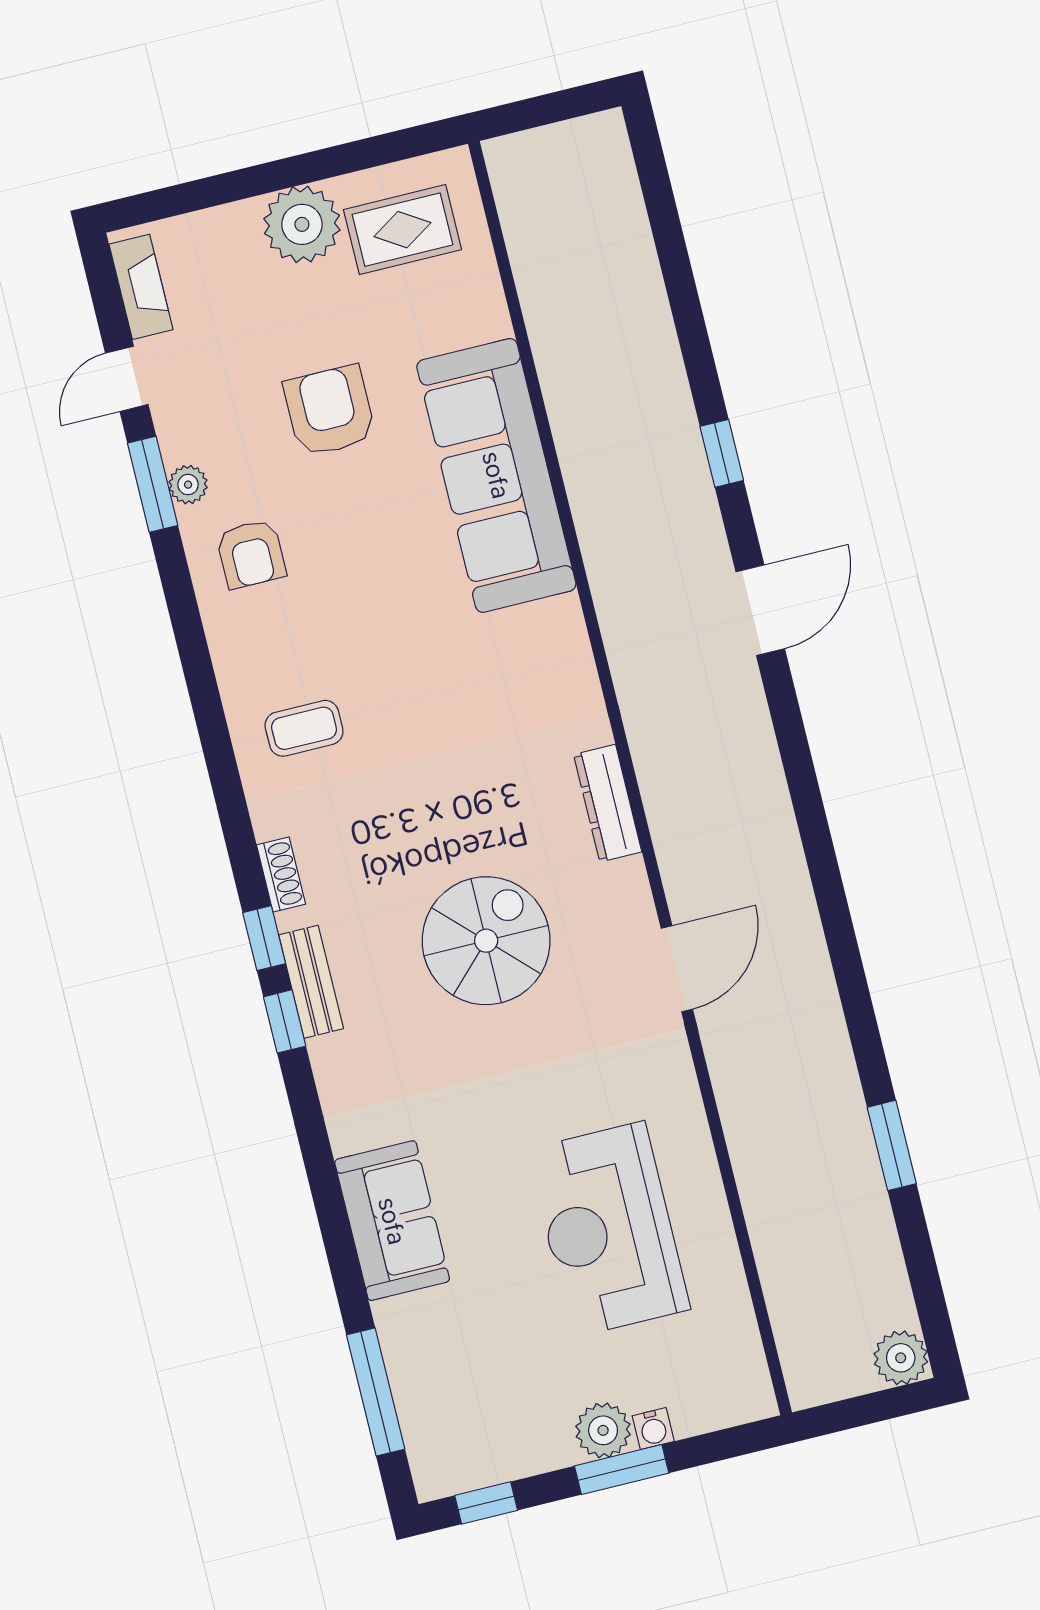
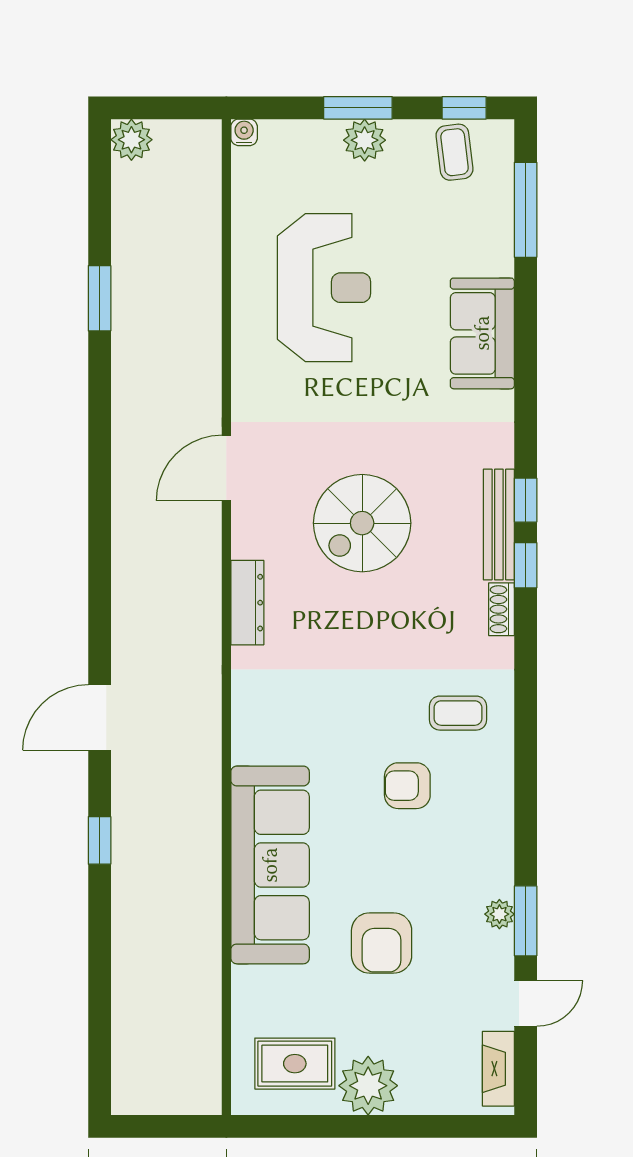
armchair: (251, 554) -> (407, 786), moved, turned -90
bench: (311, 982) -> (499, 525), width x1.36
water cooler: (653, 1429) -> (244, 132), moved
coffee table: (484, 1443) -> (455, 152), added

